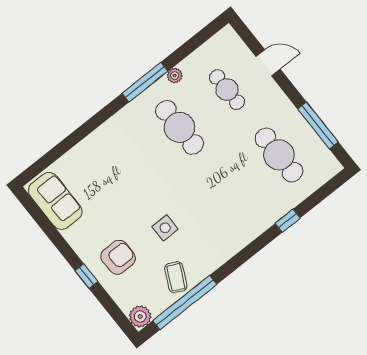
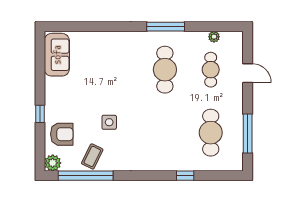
plant: (175, 76) -> (214, 37), moved
armchair: (118, 257) -> (62, 134), moved

